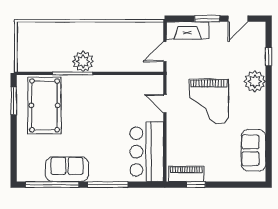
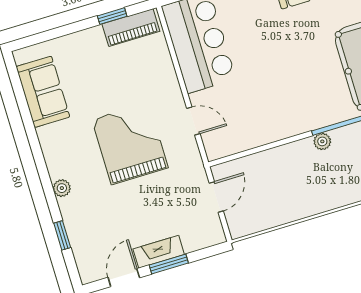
fireplace: (188, 30) -> (159, 252), moved, width x0.73, depth x0.76
plant: (83, 61) -> (322, 141), width x0.53, depth x0.53
plant: (255, 81) -> (62, 188), width x0.53, depth x0.53

